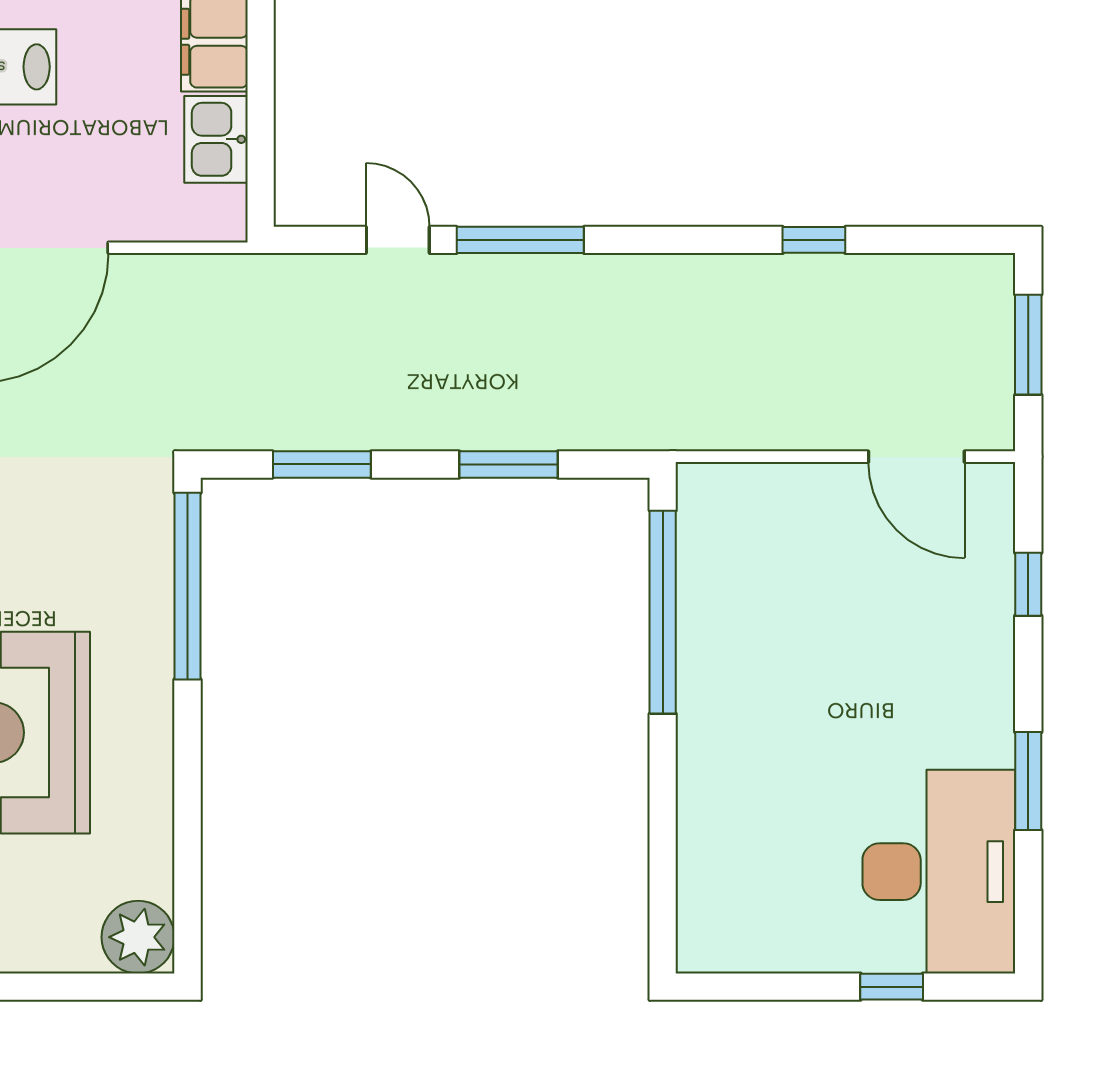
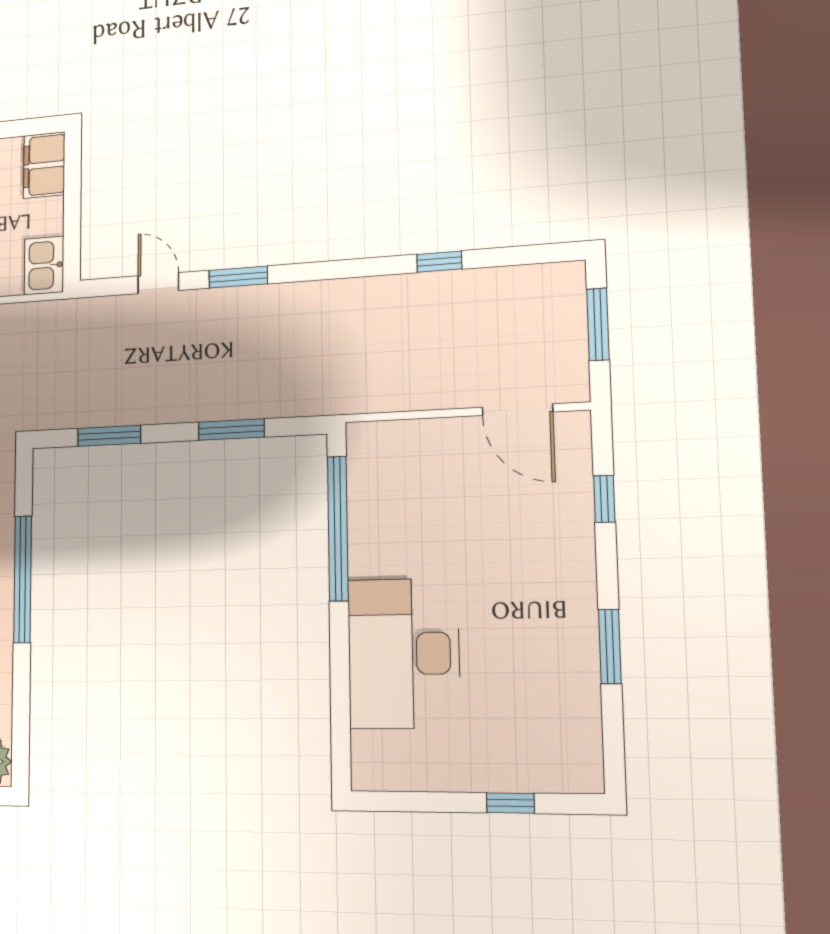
kitchen sink: (216, 139) -> (44, 265), moved
window: (520, 240) -> (238, 277), width x0.69
window: (188, 586) -> (23, 579), moved
desk: (939, 872) -> (403, 653), moved, turned 180

